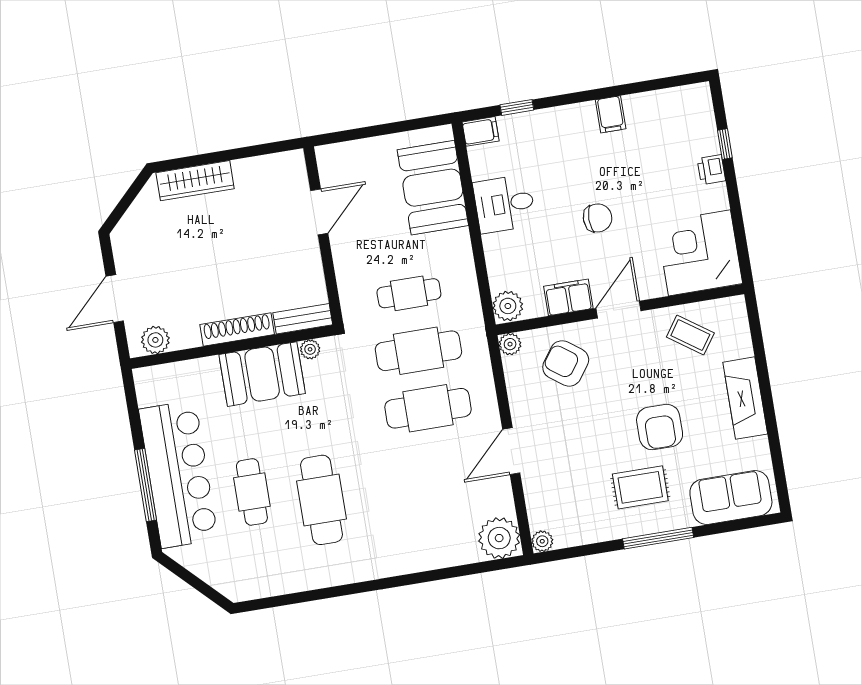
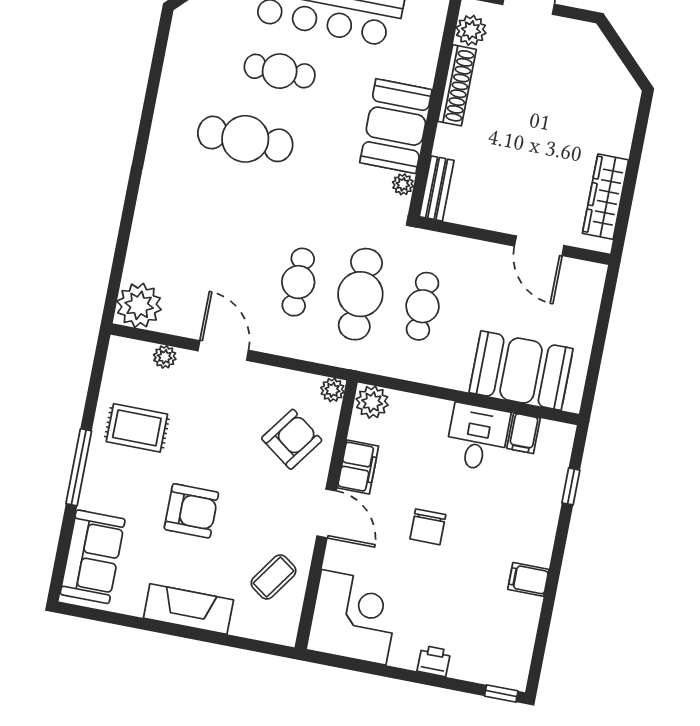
filing cabinet: (481, 131) -> (524, 433), moved
window: (725, 144) -> (501, 693), moved
wardrobe: (195, 181) -> (605, 197), moved
shoe rack: (237, 329) -> (457, 85), moved
cafe table: (428, 408) -> (298, 282), width x0.73, depth x0.74
armchair: (660, 427) -> (191, 511), turned 180
rug: (640, 487) -> (137, 428), moved, turned 90
plant: (542, 541) -> (165, 357), moved

